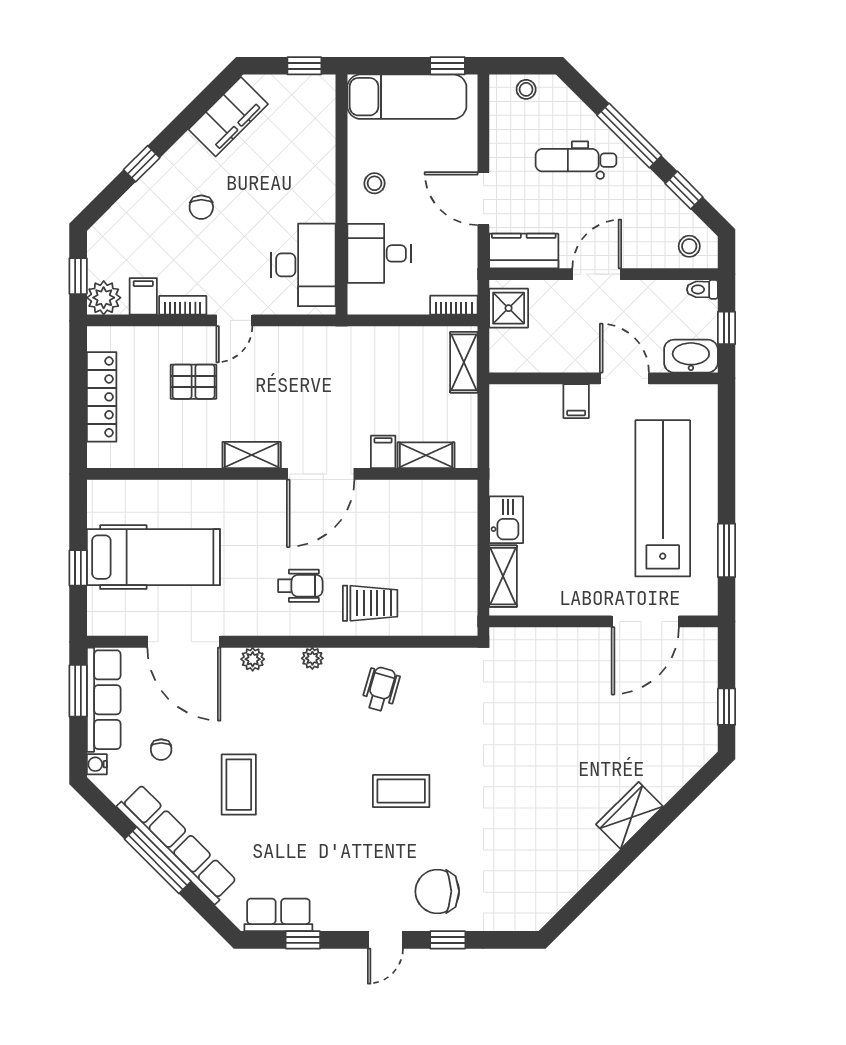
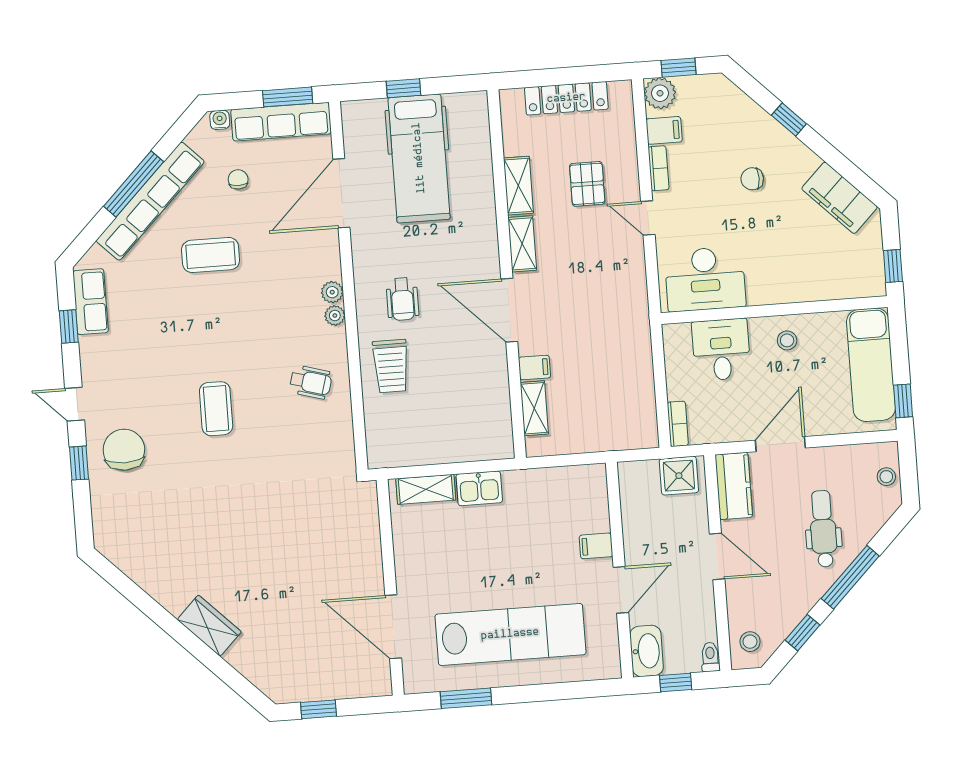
shelving: (464, 362) -> (518, 186), moved, turned 90
plant: (253, 659) -> (332, 292), moved
chair: (161, 750) -> (238, 179), turned 90

